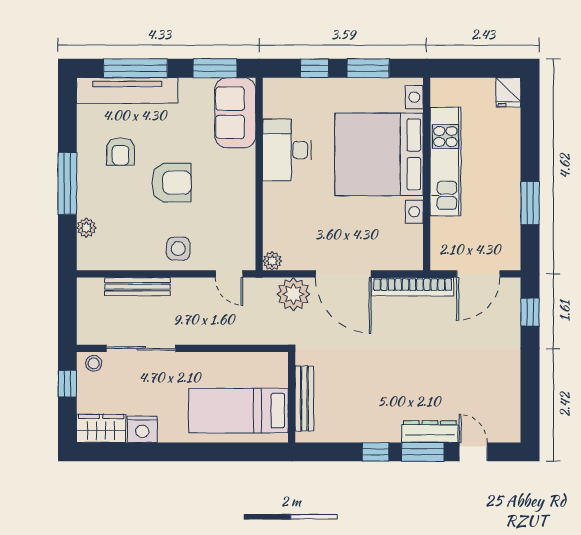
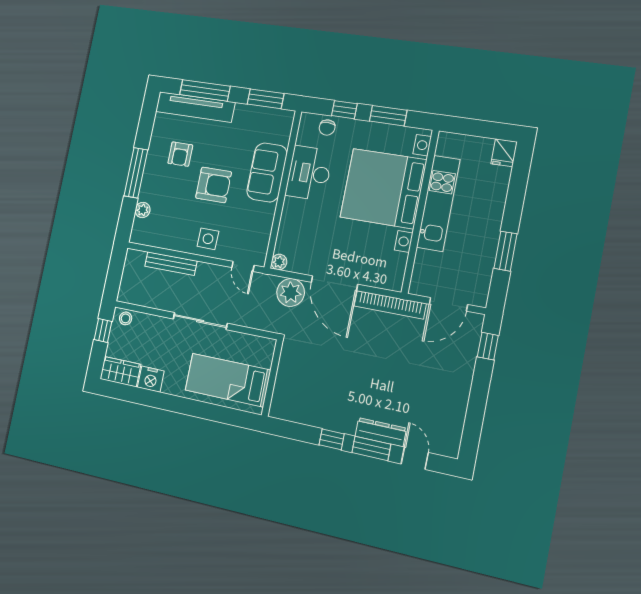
chair: (298, 92) -> (327, 128), added
sofa: (235, 113) -> (267, 172), moved
sliding door: (141, 348) -> (200, 321), moved
bench: (304, 399) -> (282, 381), removed

